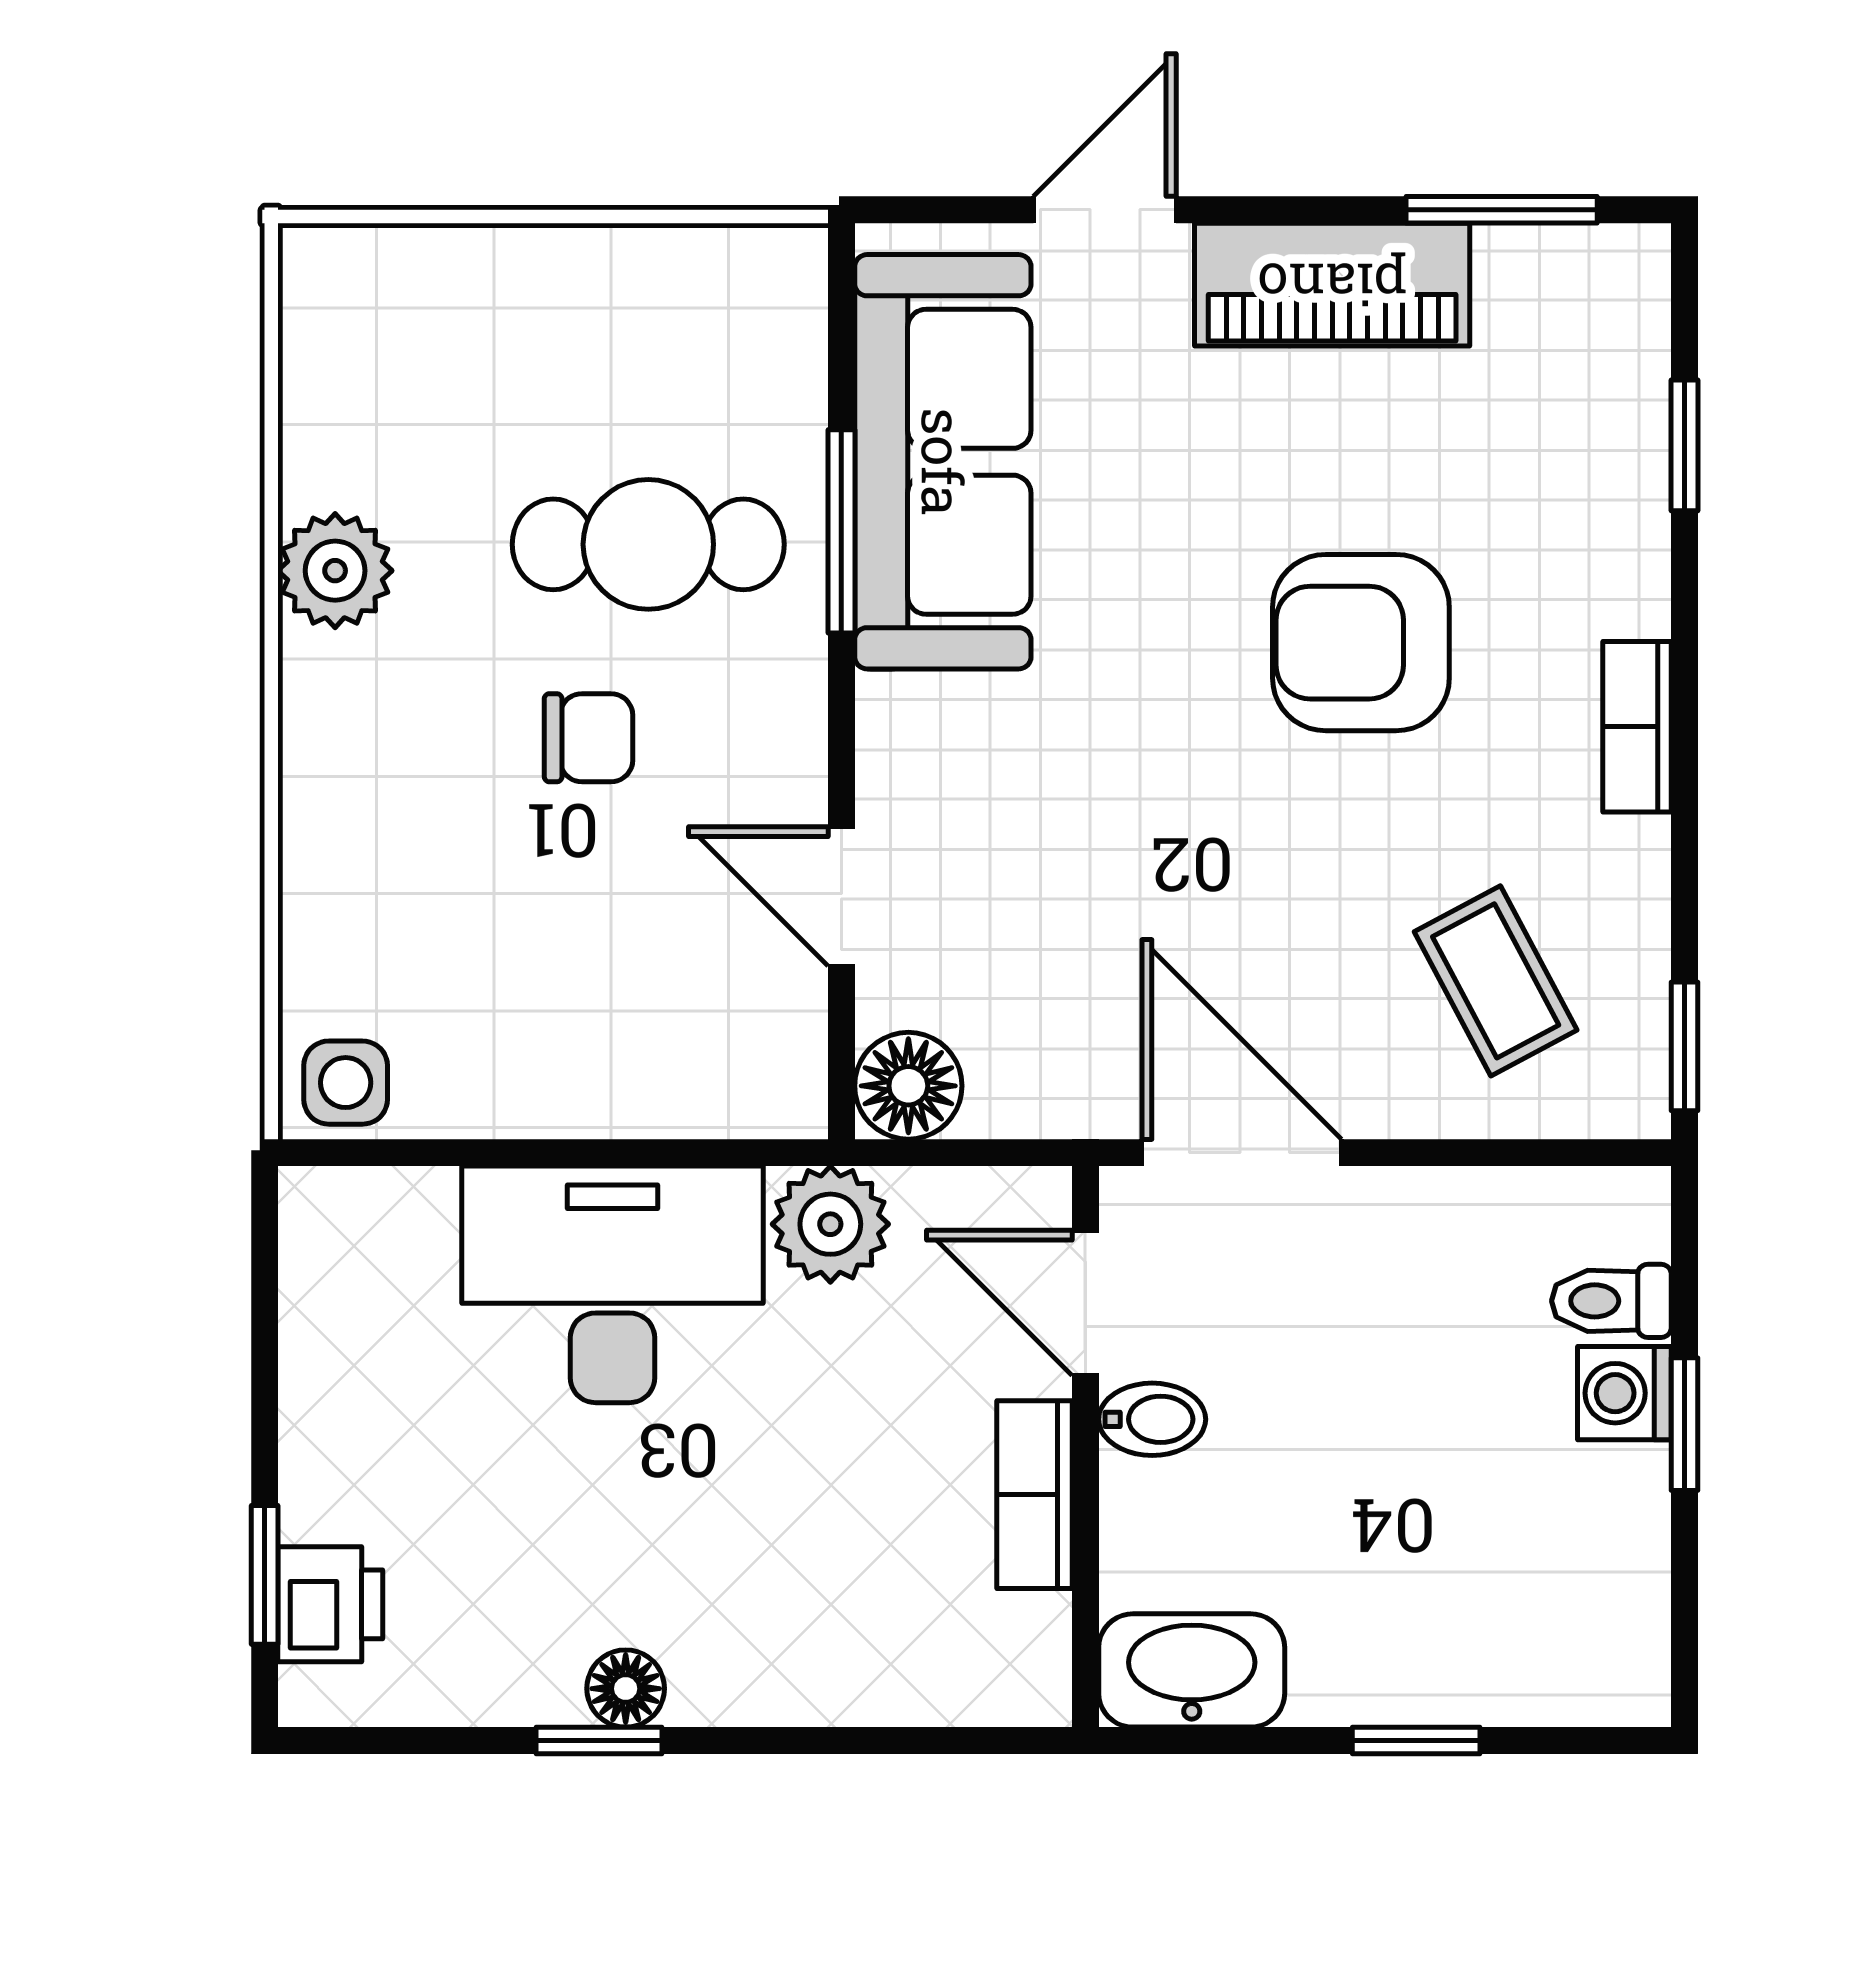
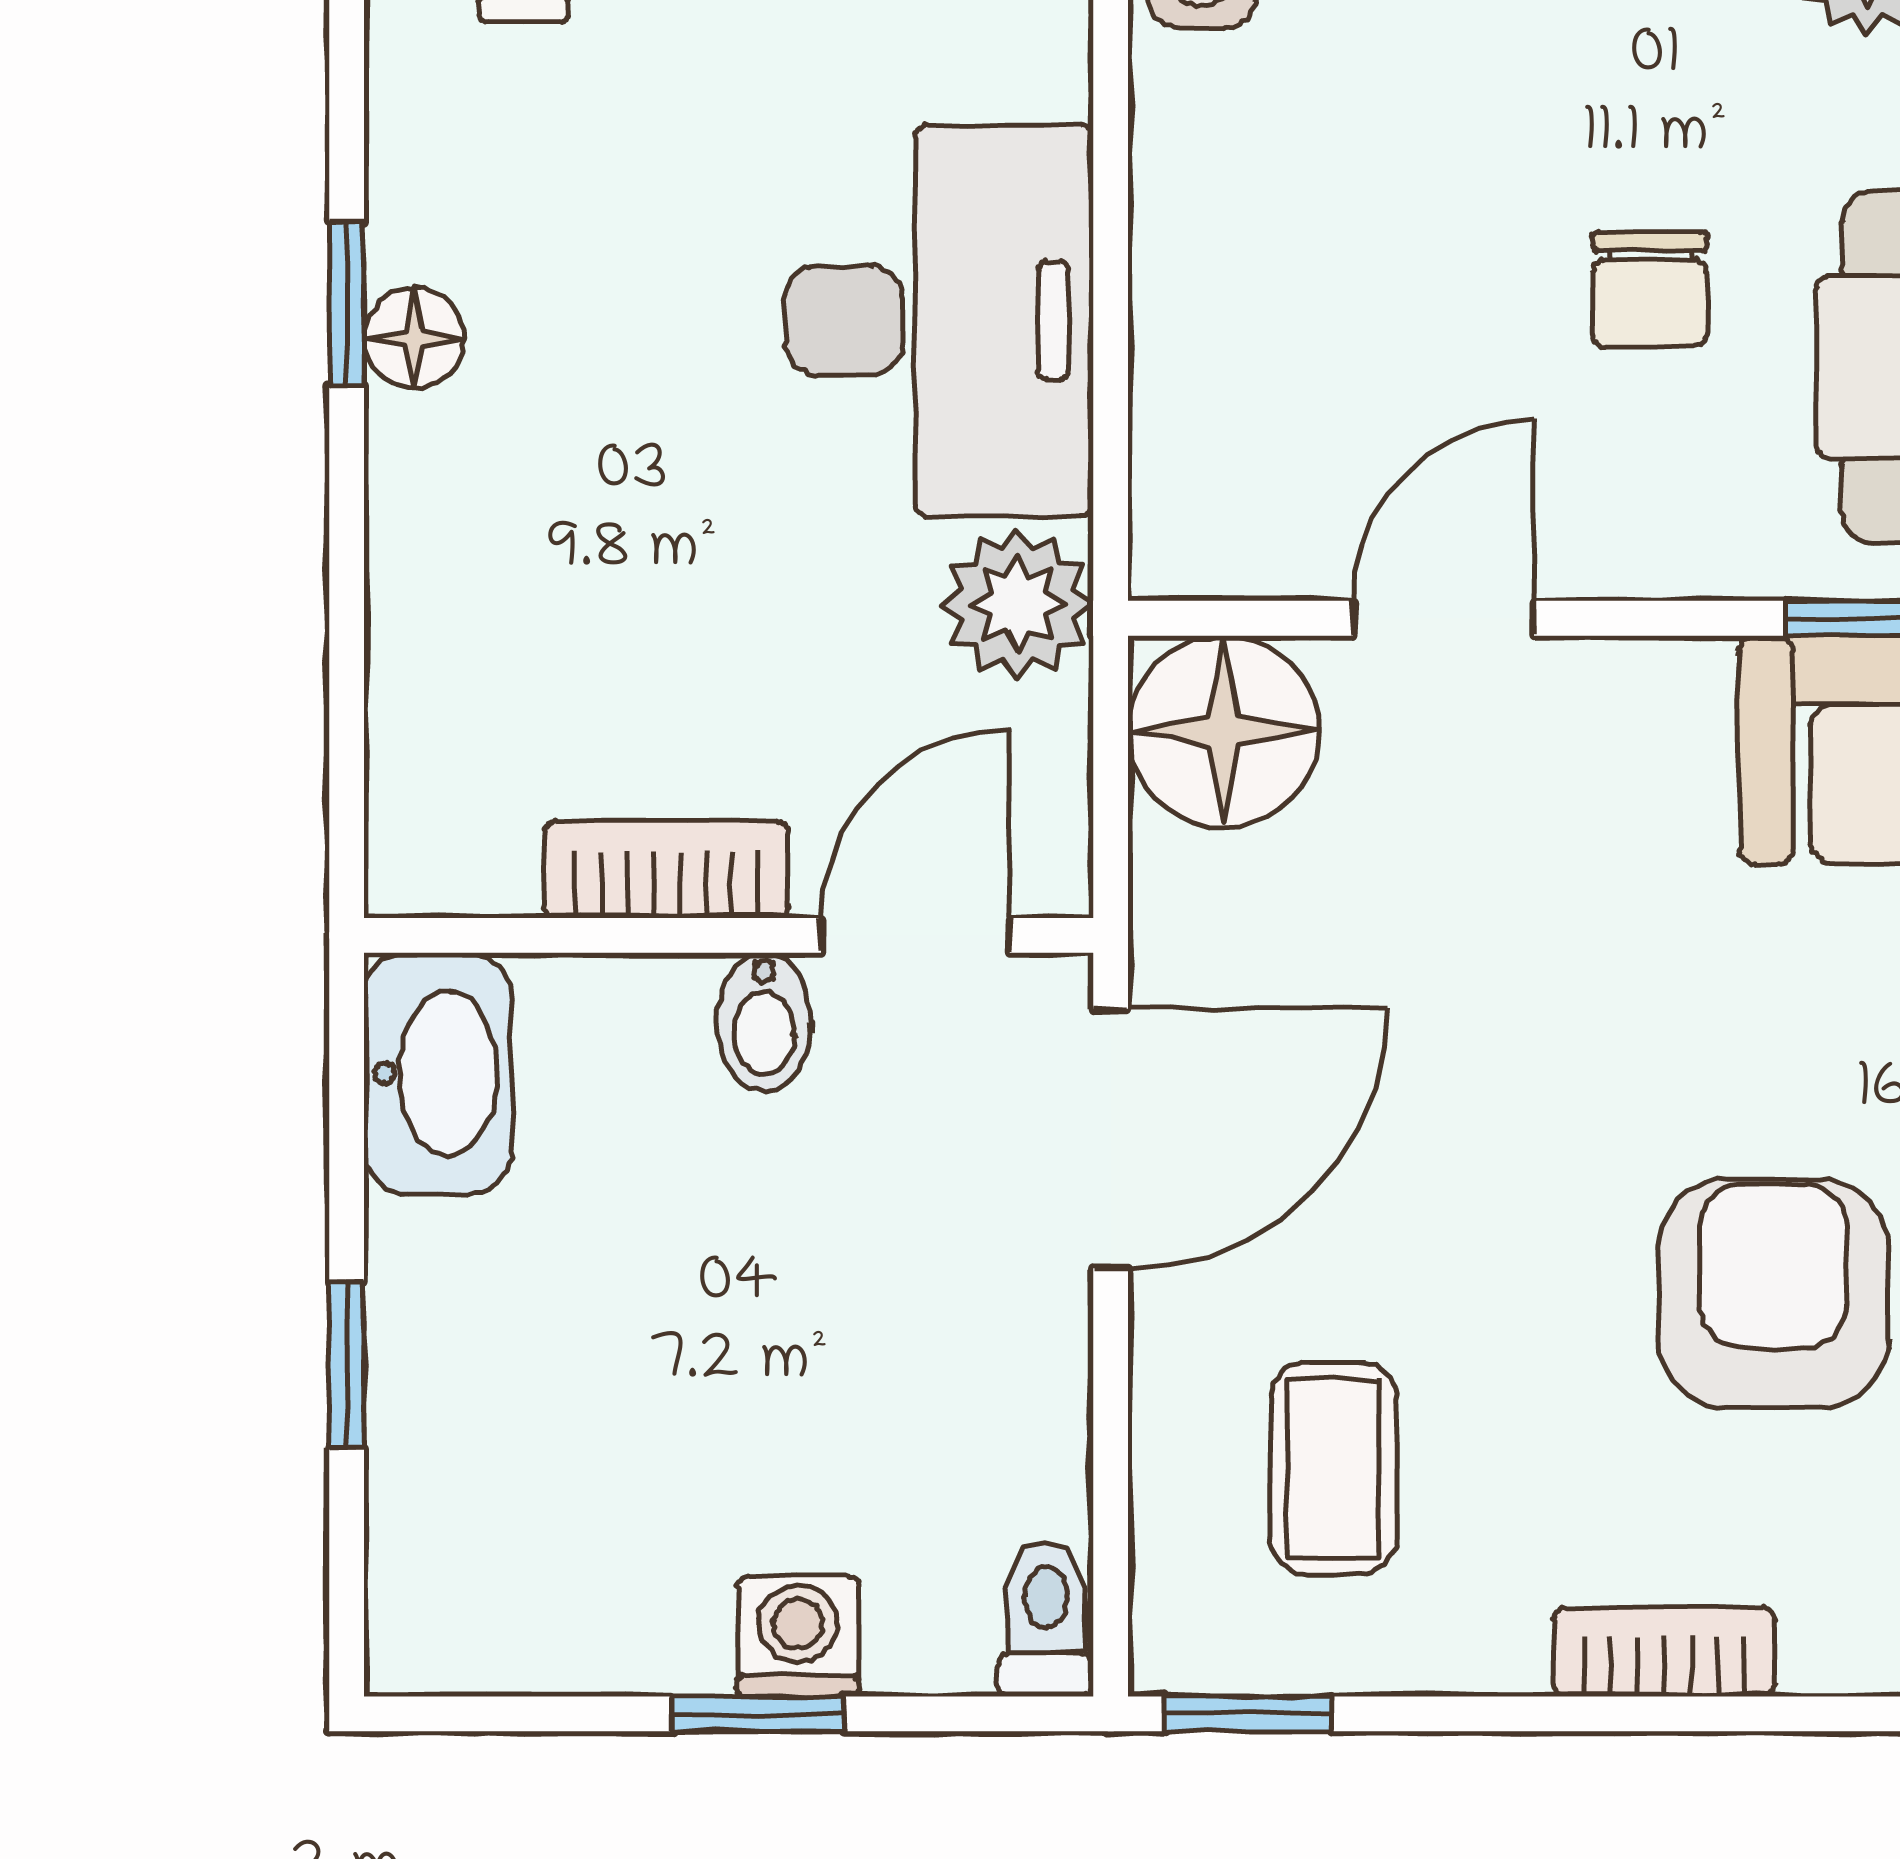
coffee table: (1496, 981) -> (1334, 1468), turned -62
floor lamp: (908, 1086) -> (1224, 731), width x1.38, depth x1.38
toilet: (1611, 1301) -> (1046, 1619), moved

